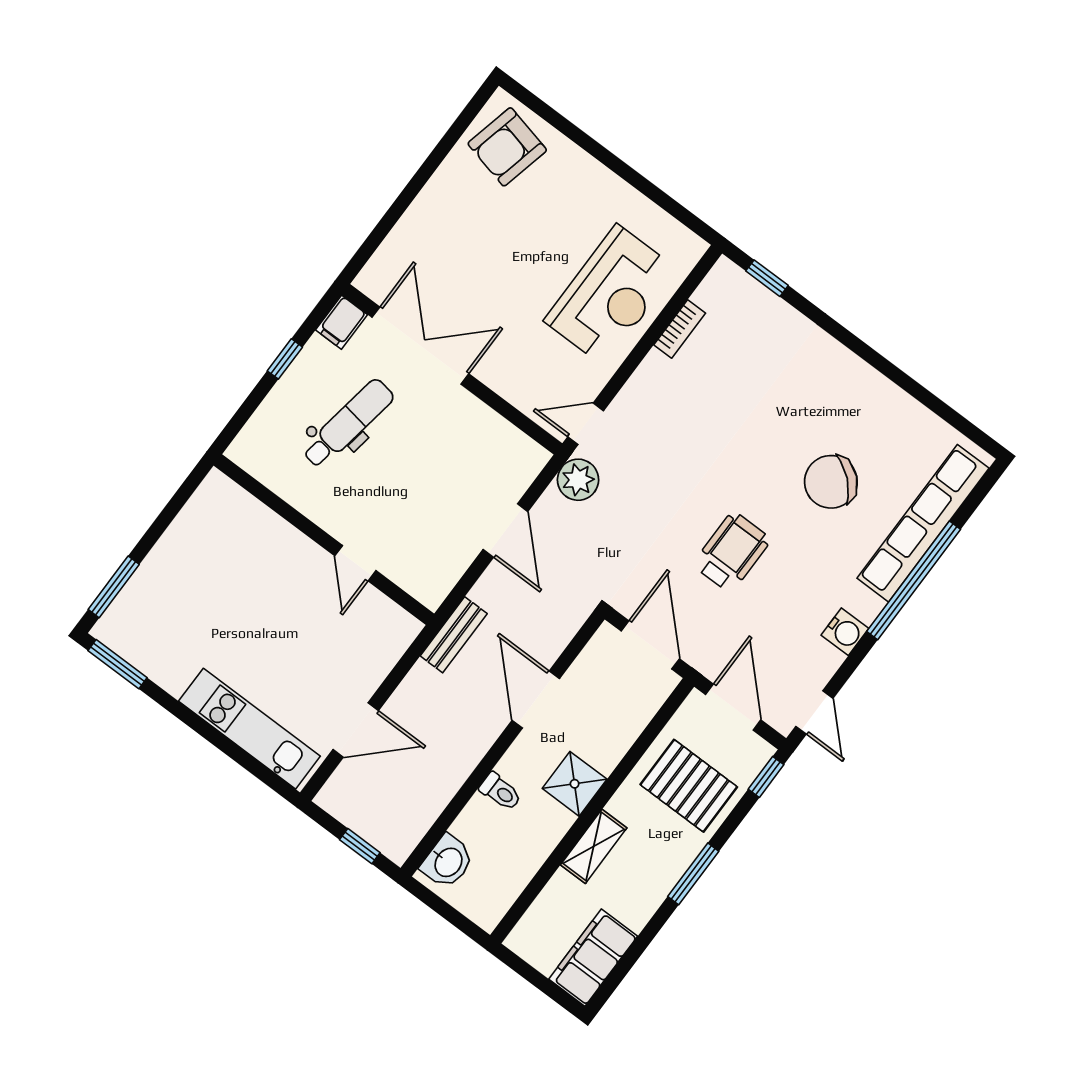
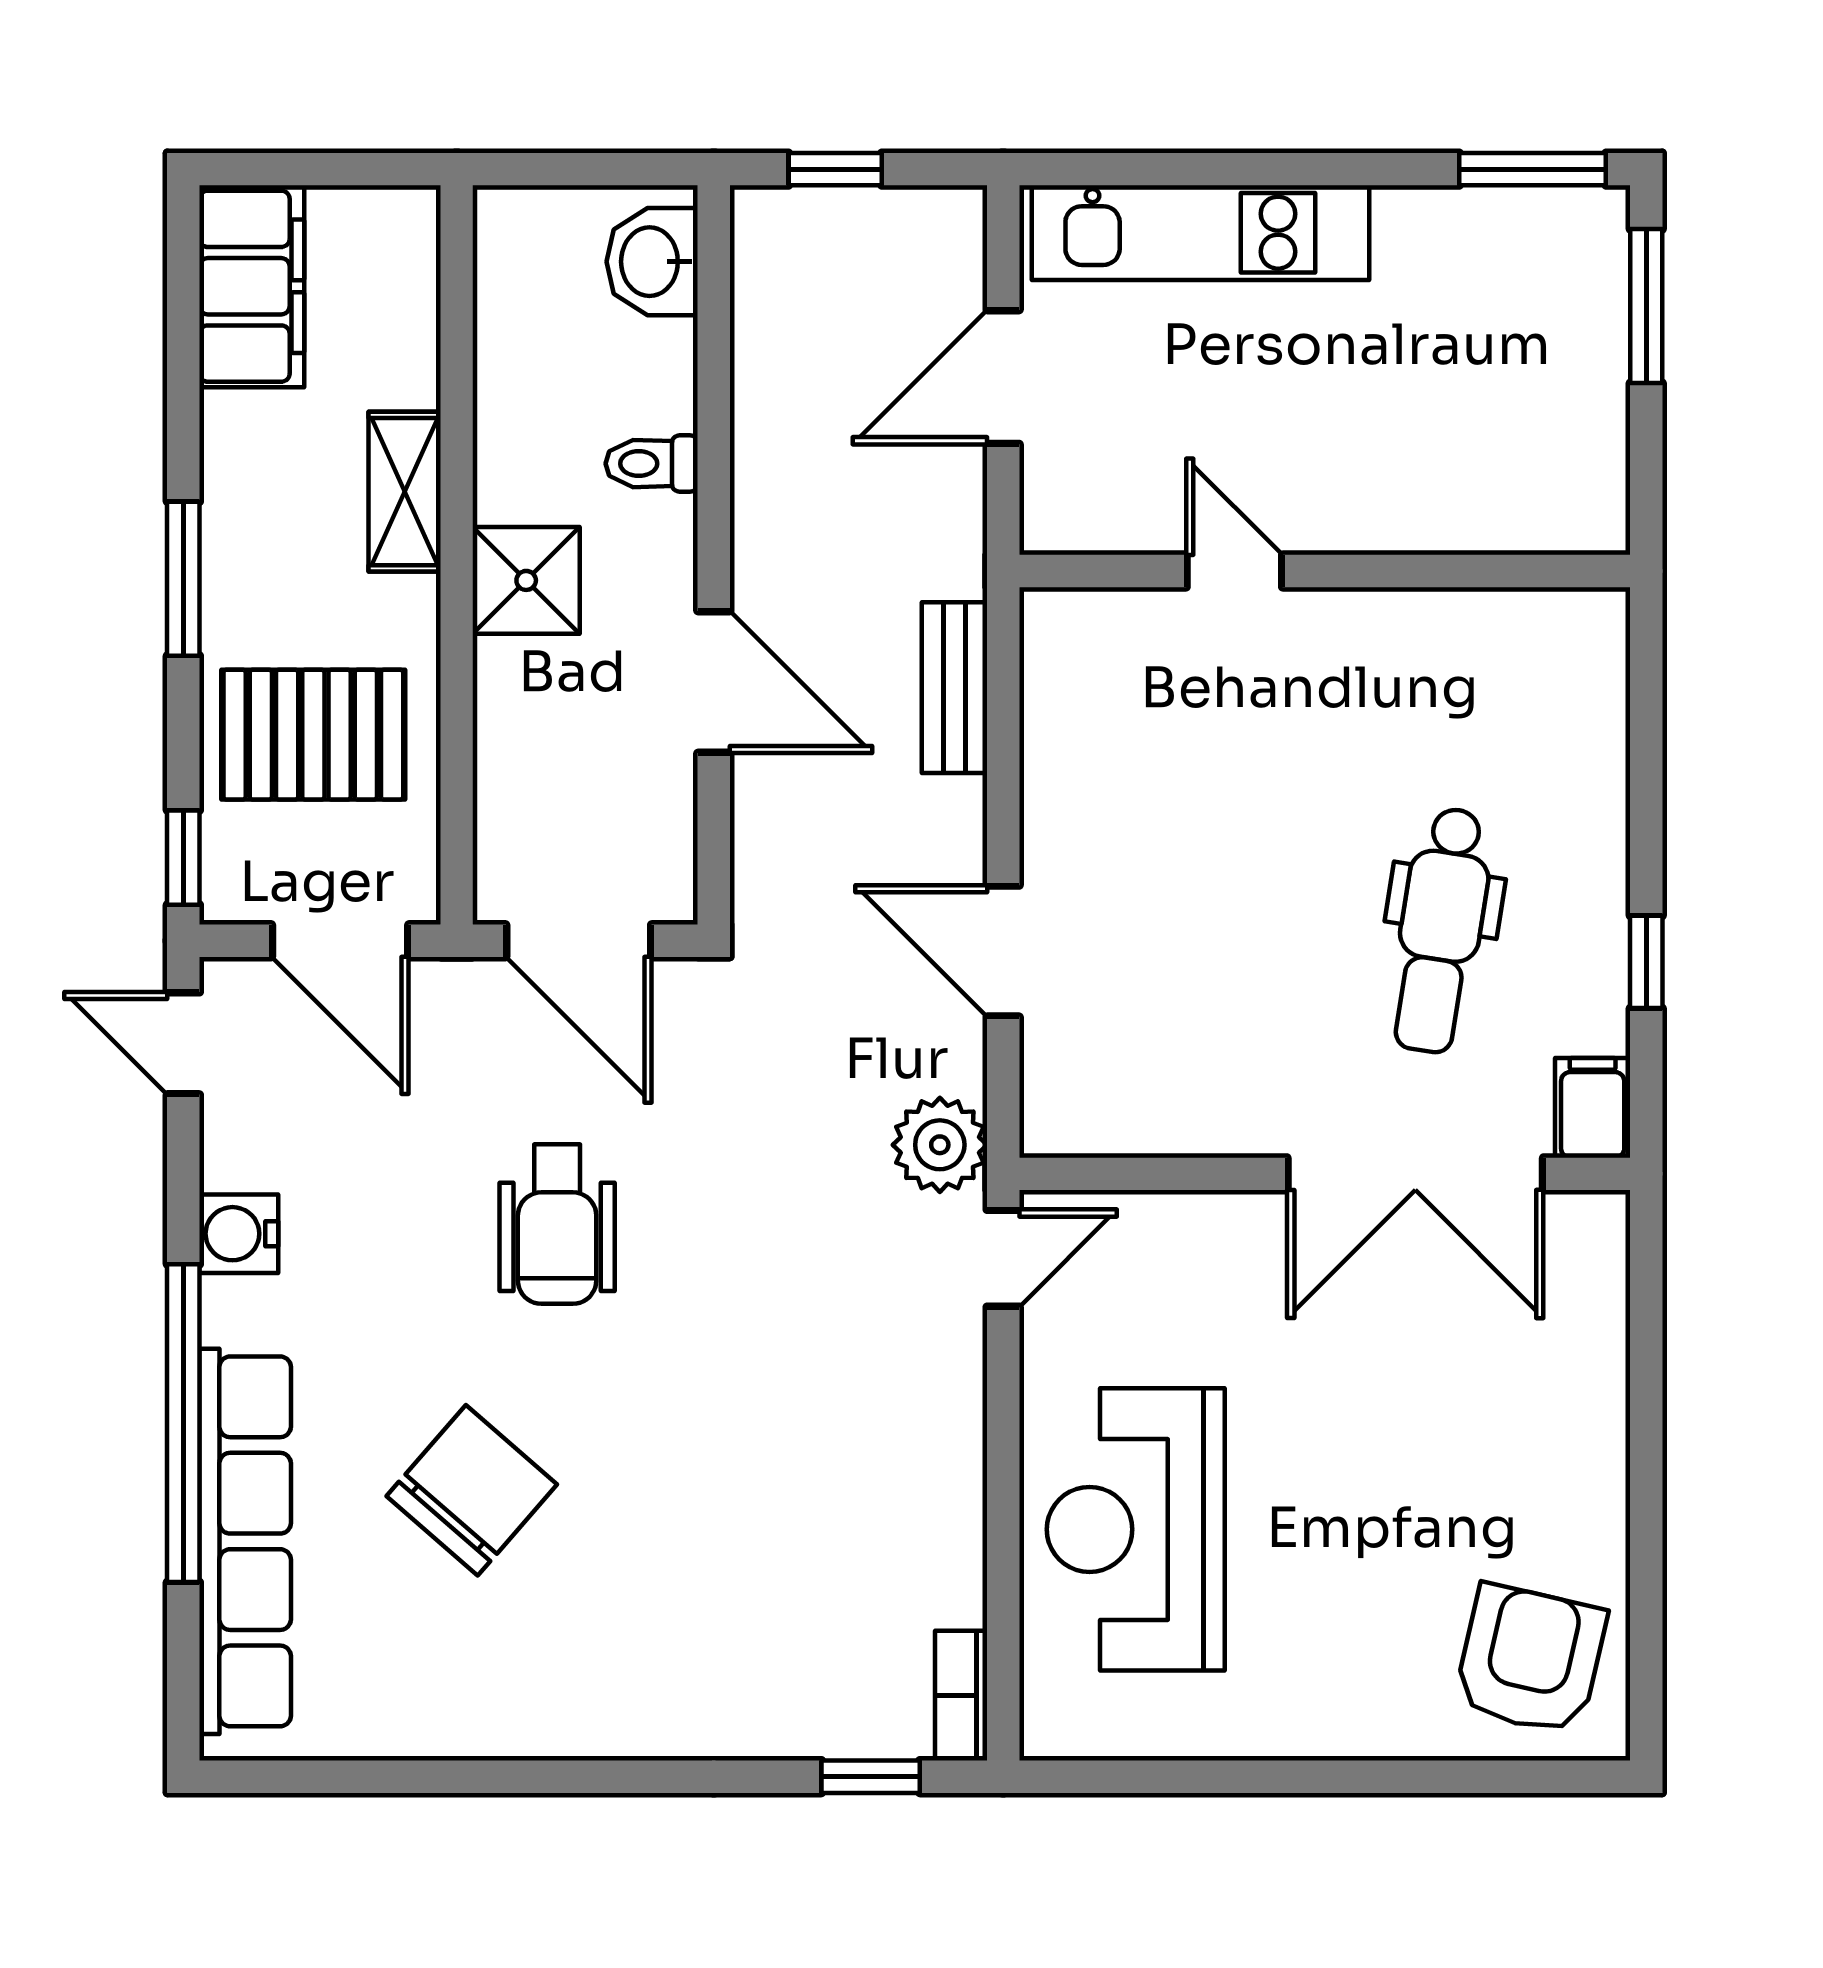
bookcase: (680, 329) -> (961, 1696), moved
wall: (324, 540) -> (1325, 571), moved
door: (355, 563) -> (1234, 571), moved

